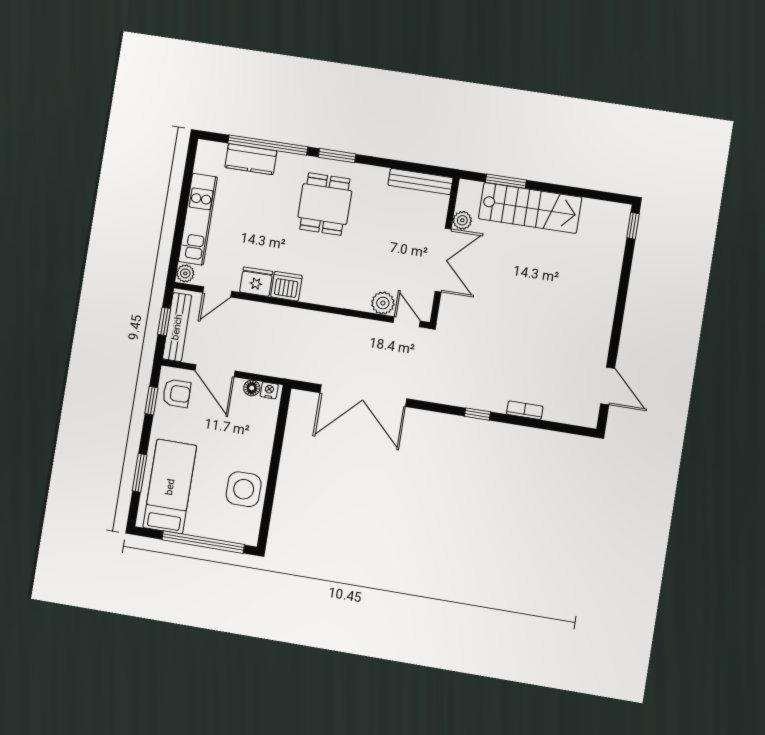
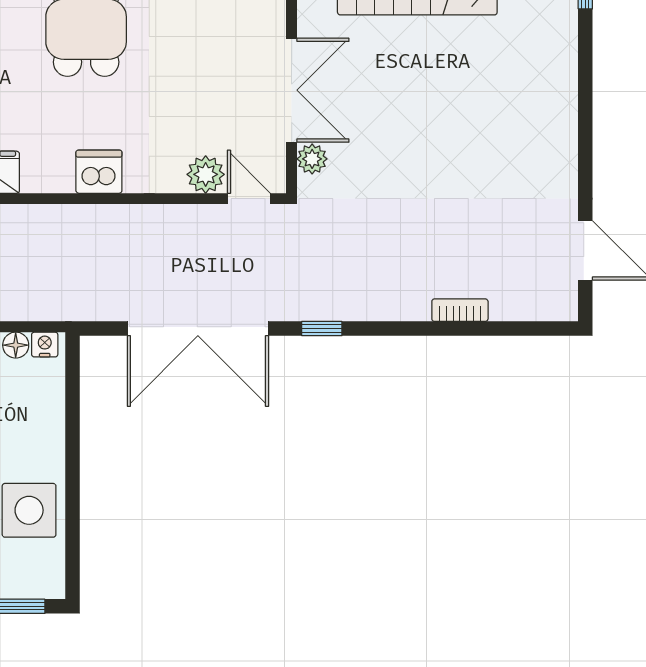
plant: (462, 220) -> (312, 159), moved
dishwasher: (286, 286) -> (99, 172), moved
window: (477, 414) -> (322, 329), moved

